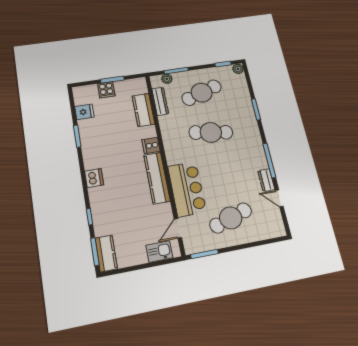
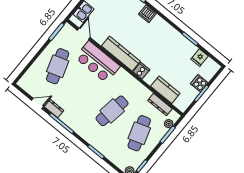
dishwasher: (94, 178) -> (147, 14), moved

